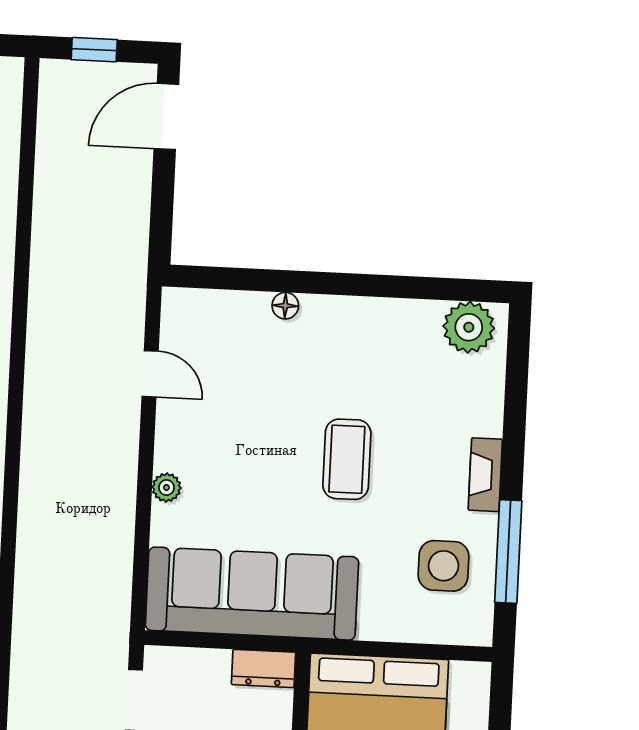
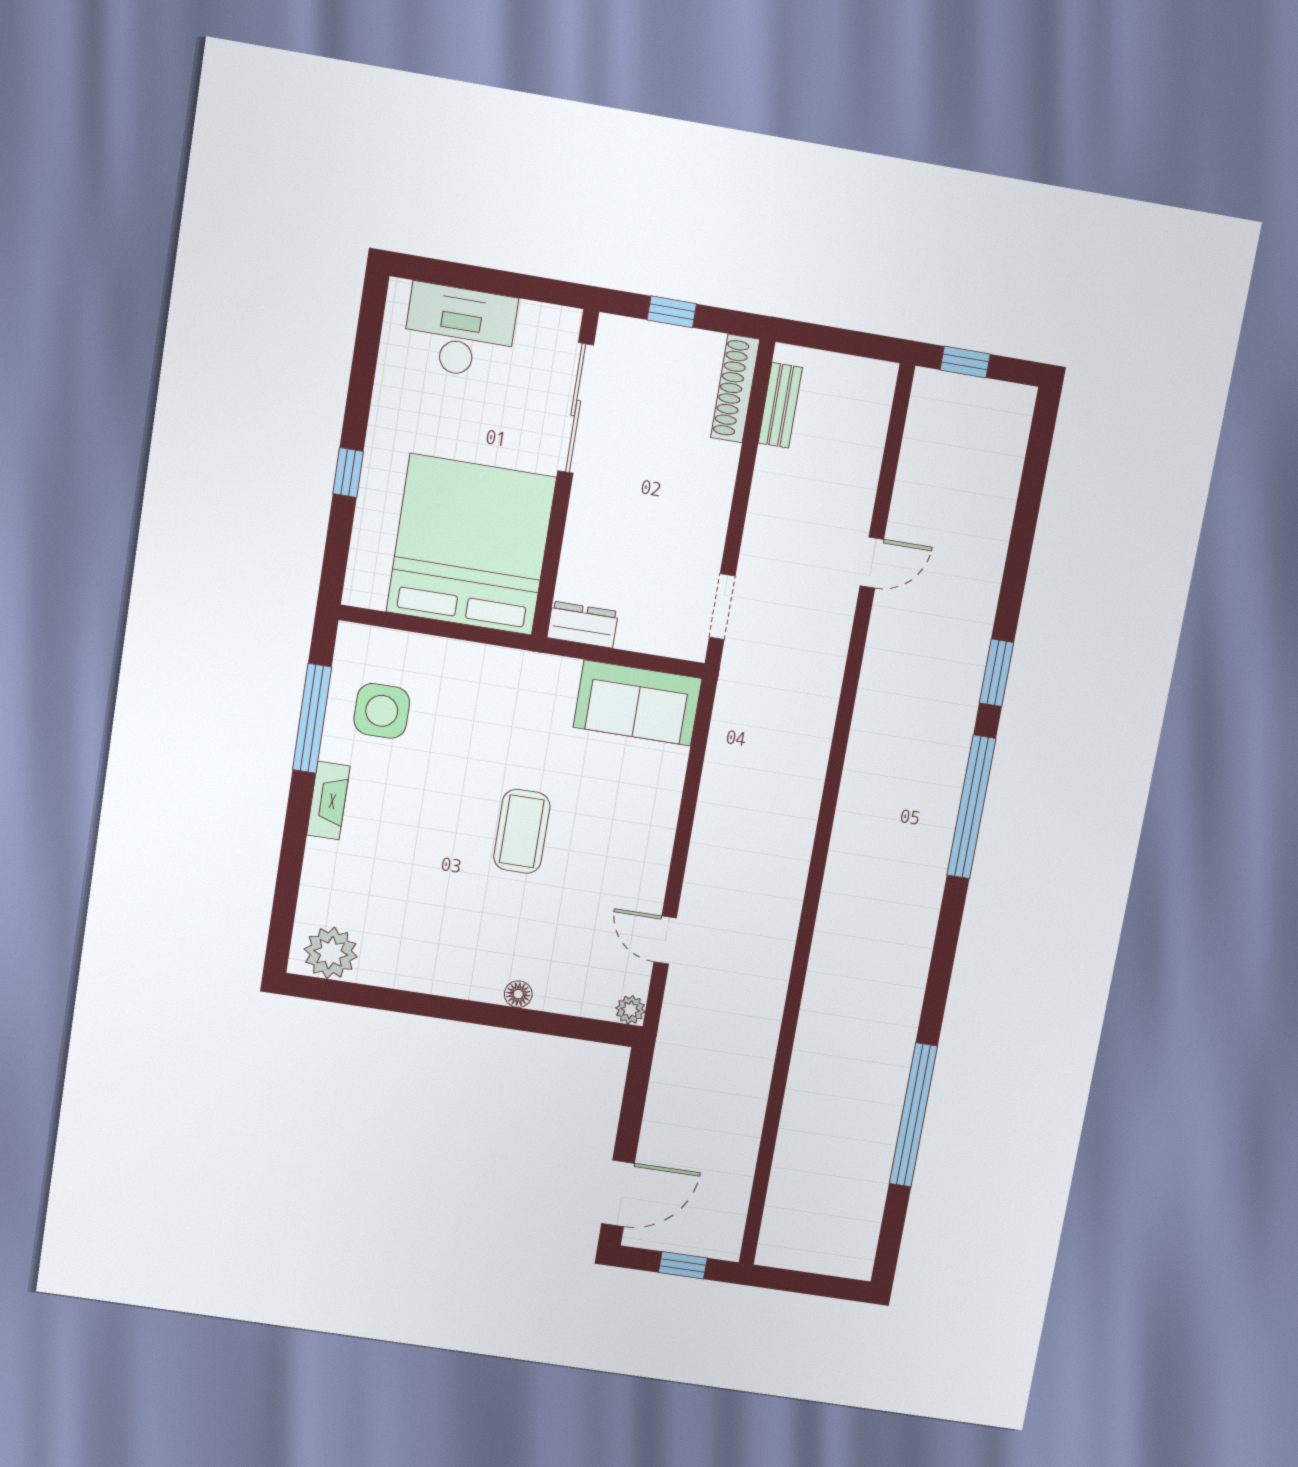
coffee table: (347, 459) -> (522, 831), moved
plant: (166, 488) -> (630, 1010), moved
sofa: (252, 594) -> (638, 703), width x0.54, depth x0.79

